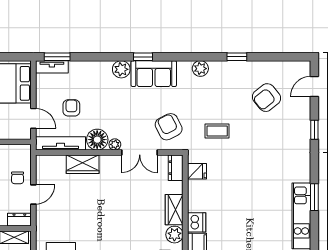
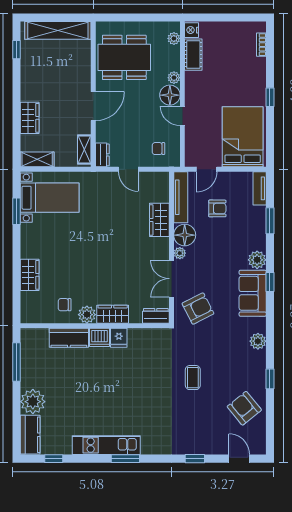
window: (57, 57) -> (270, 221), moved
armchair: (267, 98) -> (244, 408), moved
coffee table: (217, 131) -> (193, 378), moved
fridge: (197, 171) -> (119, 338), moved
chair: (18, 178) -> (158, 149), moved

